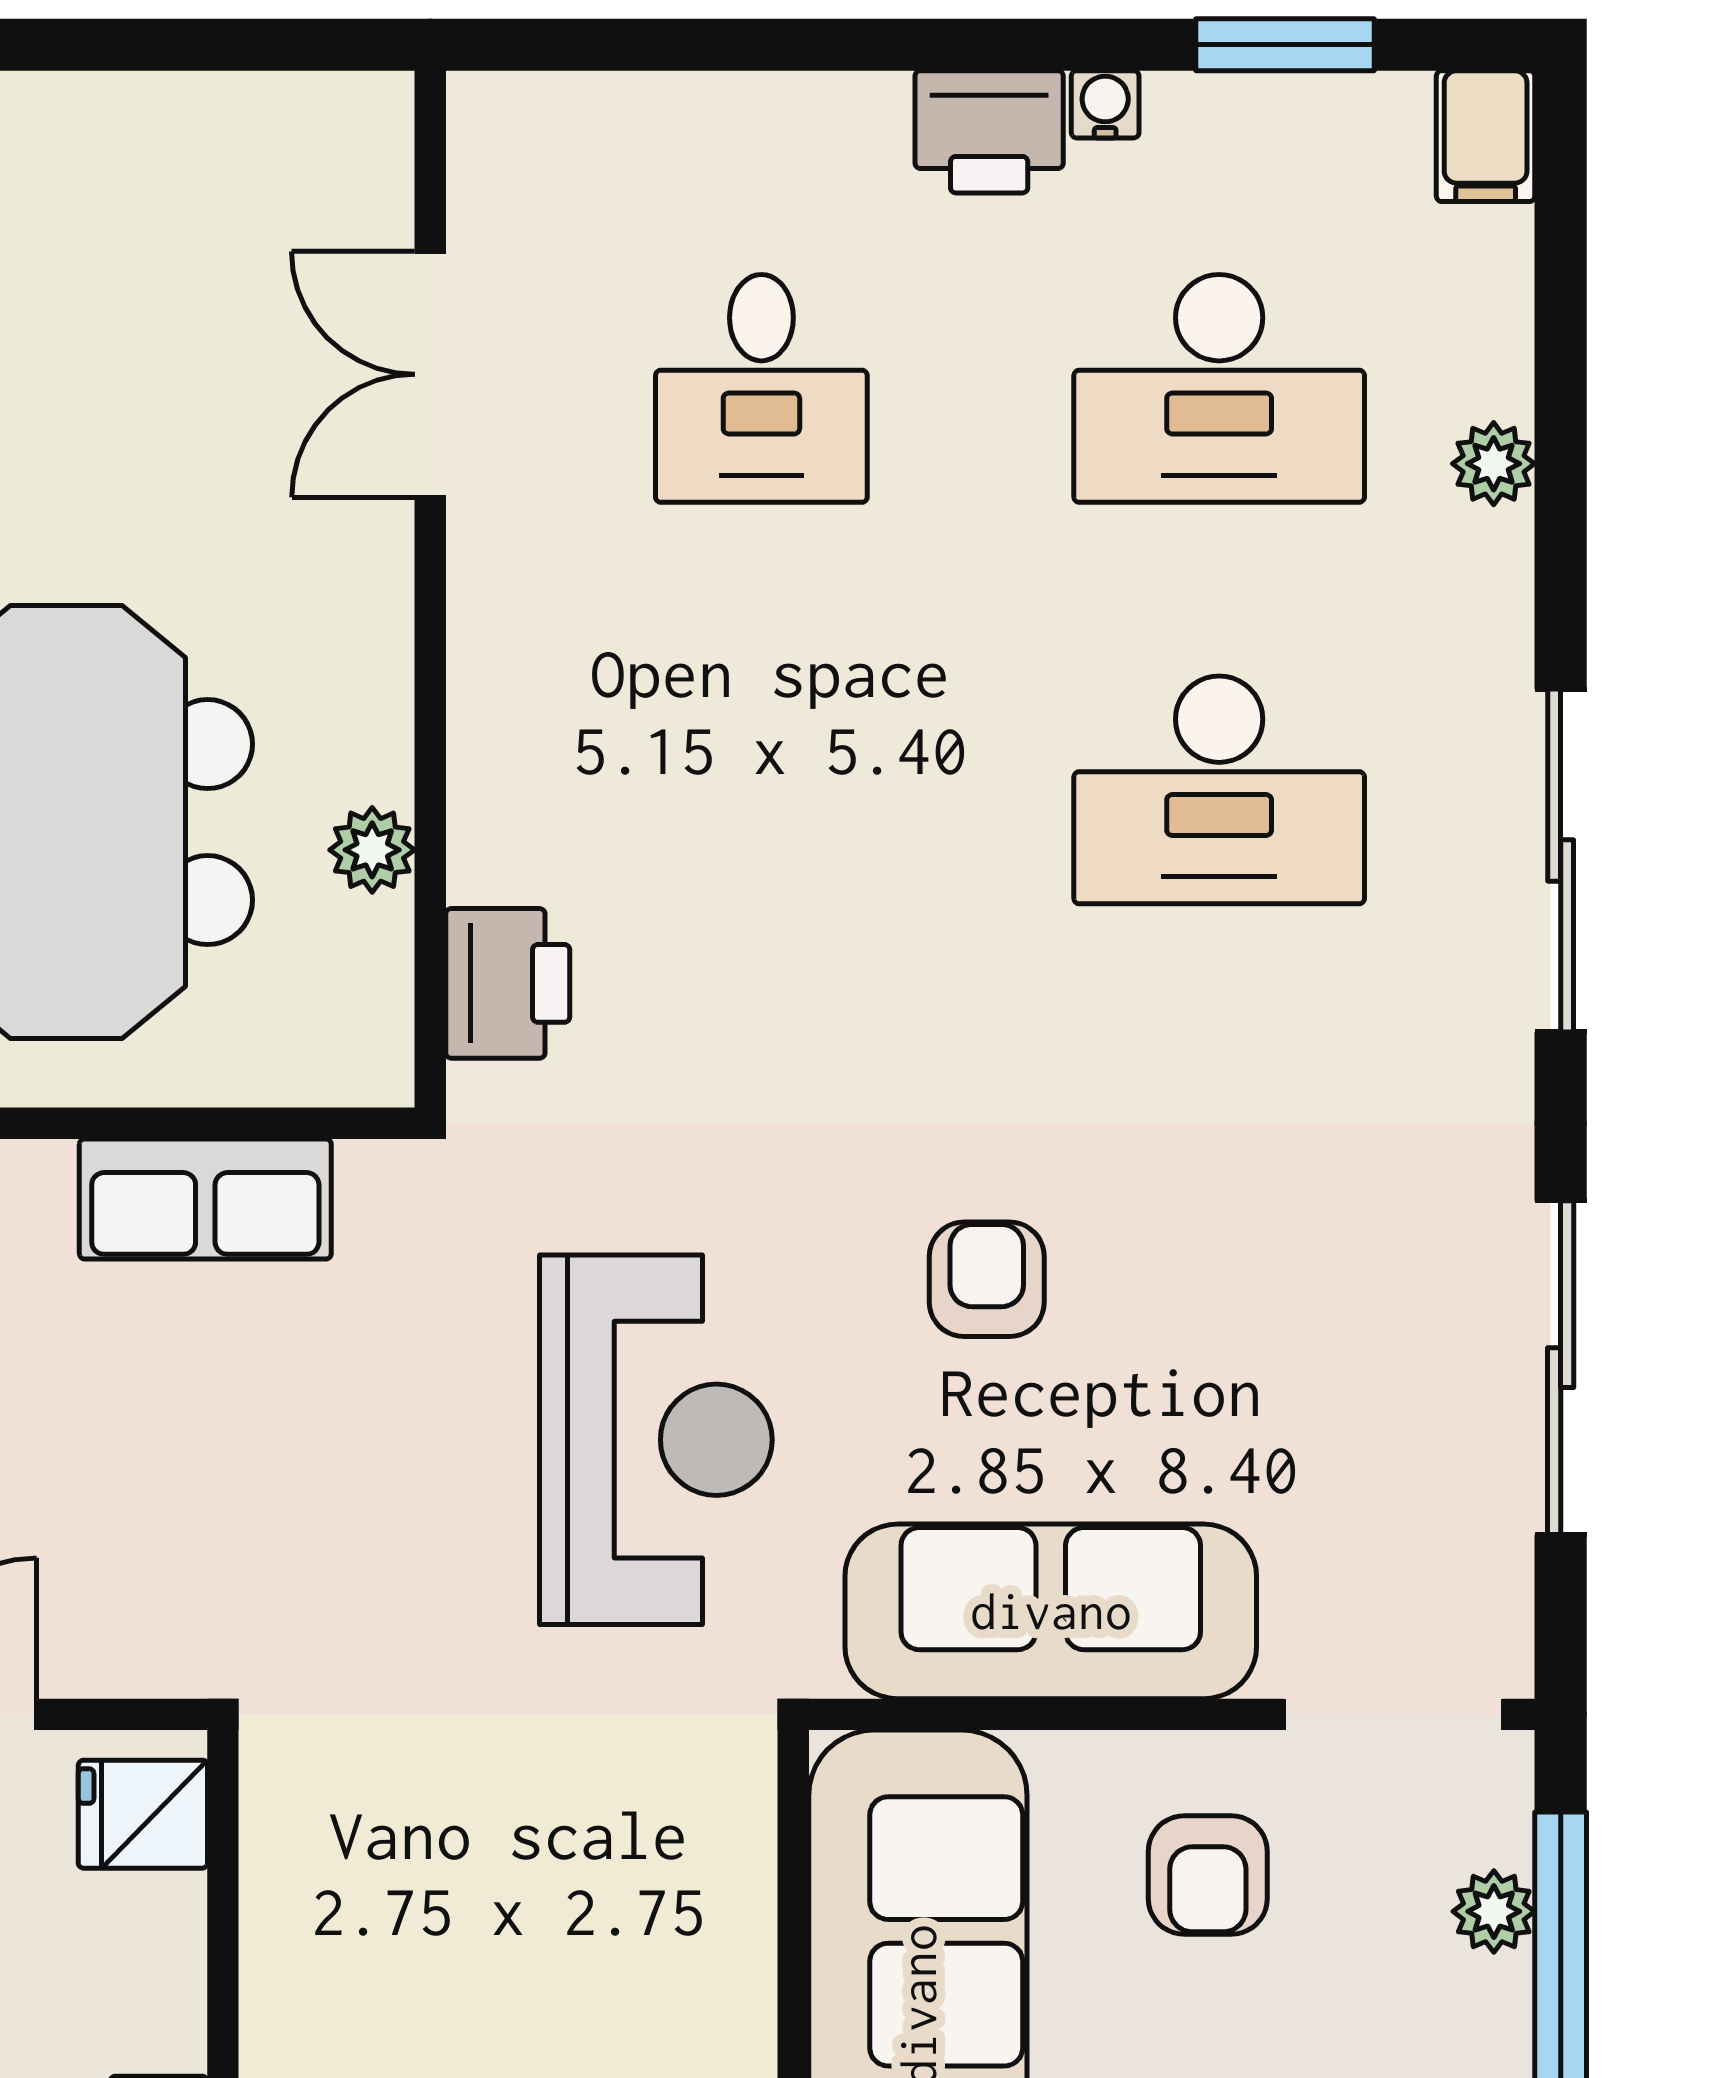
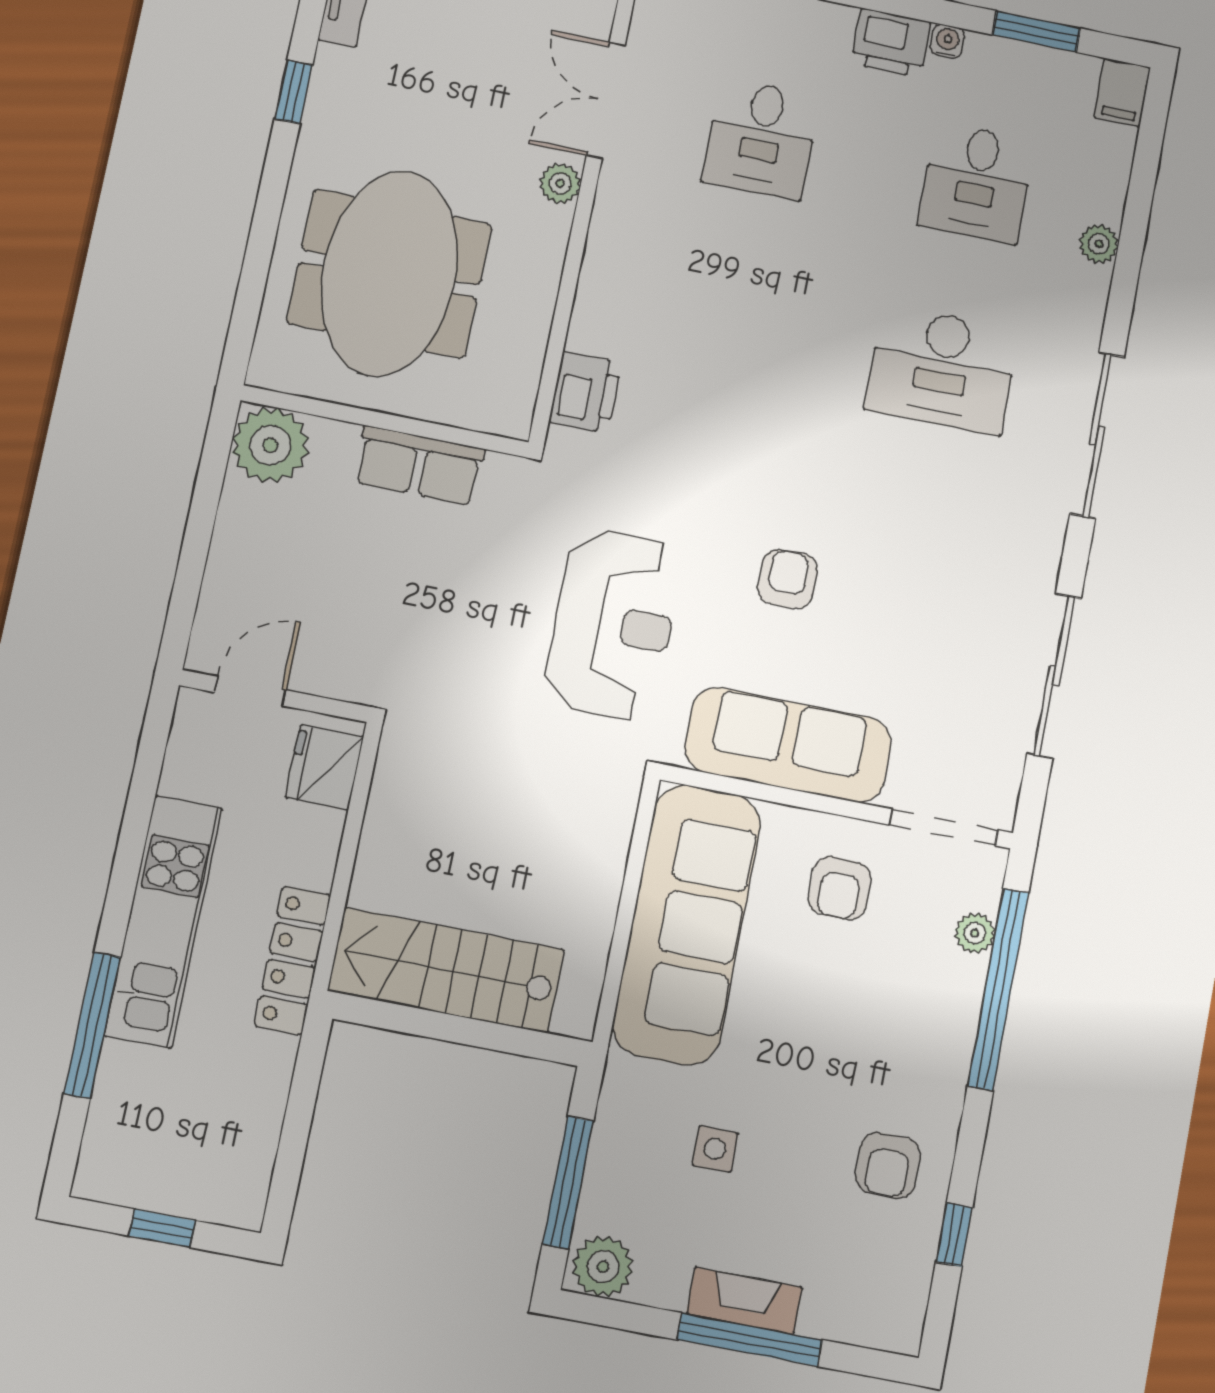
desk: (1219, 388) -> (976, 183), width x0.73
plant: (372, 850) -> (560, 183), moved
fridge: (143, 1814) -> (325, 767), width x1.38

